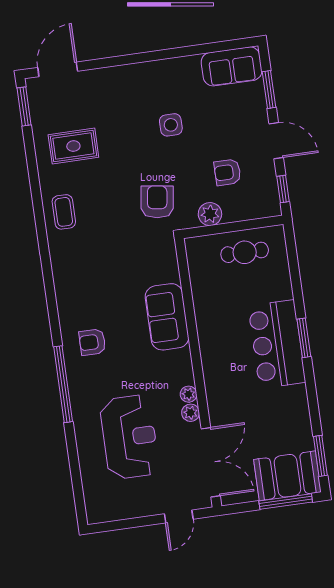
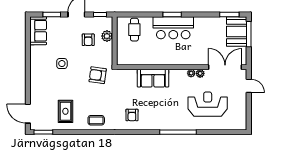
plant: (210, 214) -> (107, 36), moved
cafe table: (245, 252) -> (134, 30), moved
armchair: (92, 342) -> (132, 115), moved

